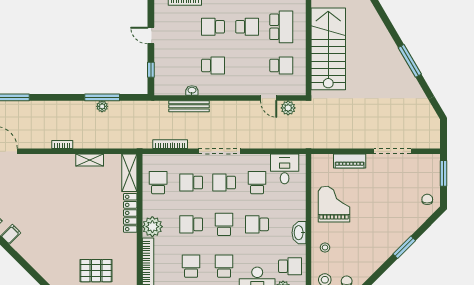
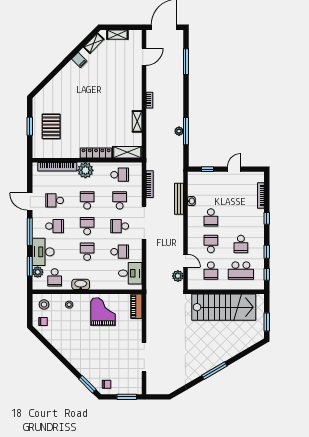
school desk: (213, 27) -> (211, 244), moved
door: (269, 98) -> (185, 261), swing flipped
piano: (350, 161) -> (136, 306), moved
school desk: (224, 183) -> (120, 226), turned -90
grand piano: (334, 204) -> (103, 312), turned -90
school desk: (224, 224) -> (87, 226), turned -90
window: (404, 247) -> (87, 384), moved
school desk: (191, 266) -> (55, 200), turned 180

